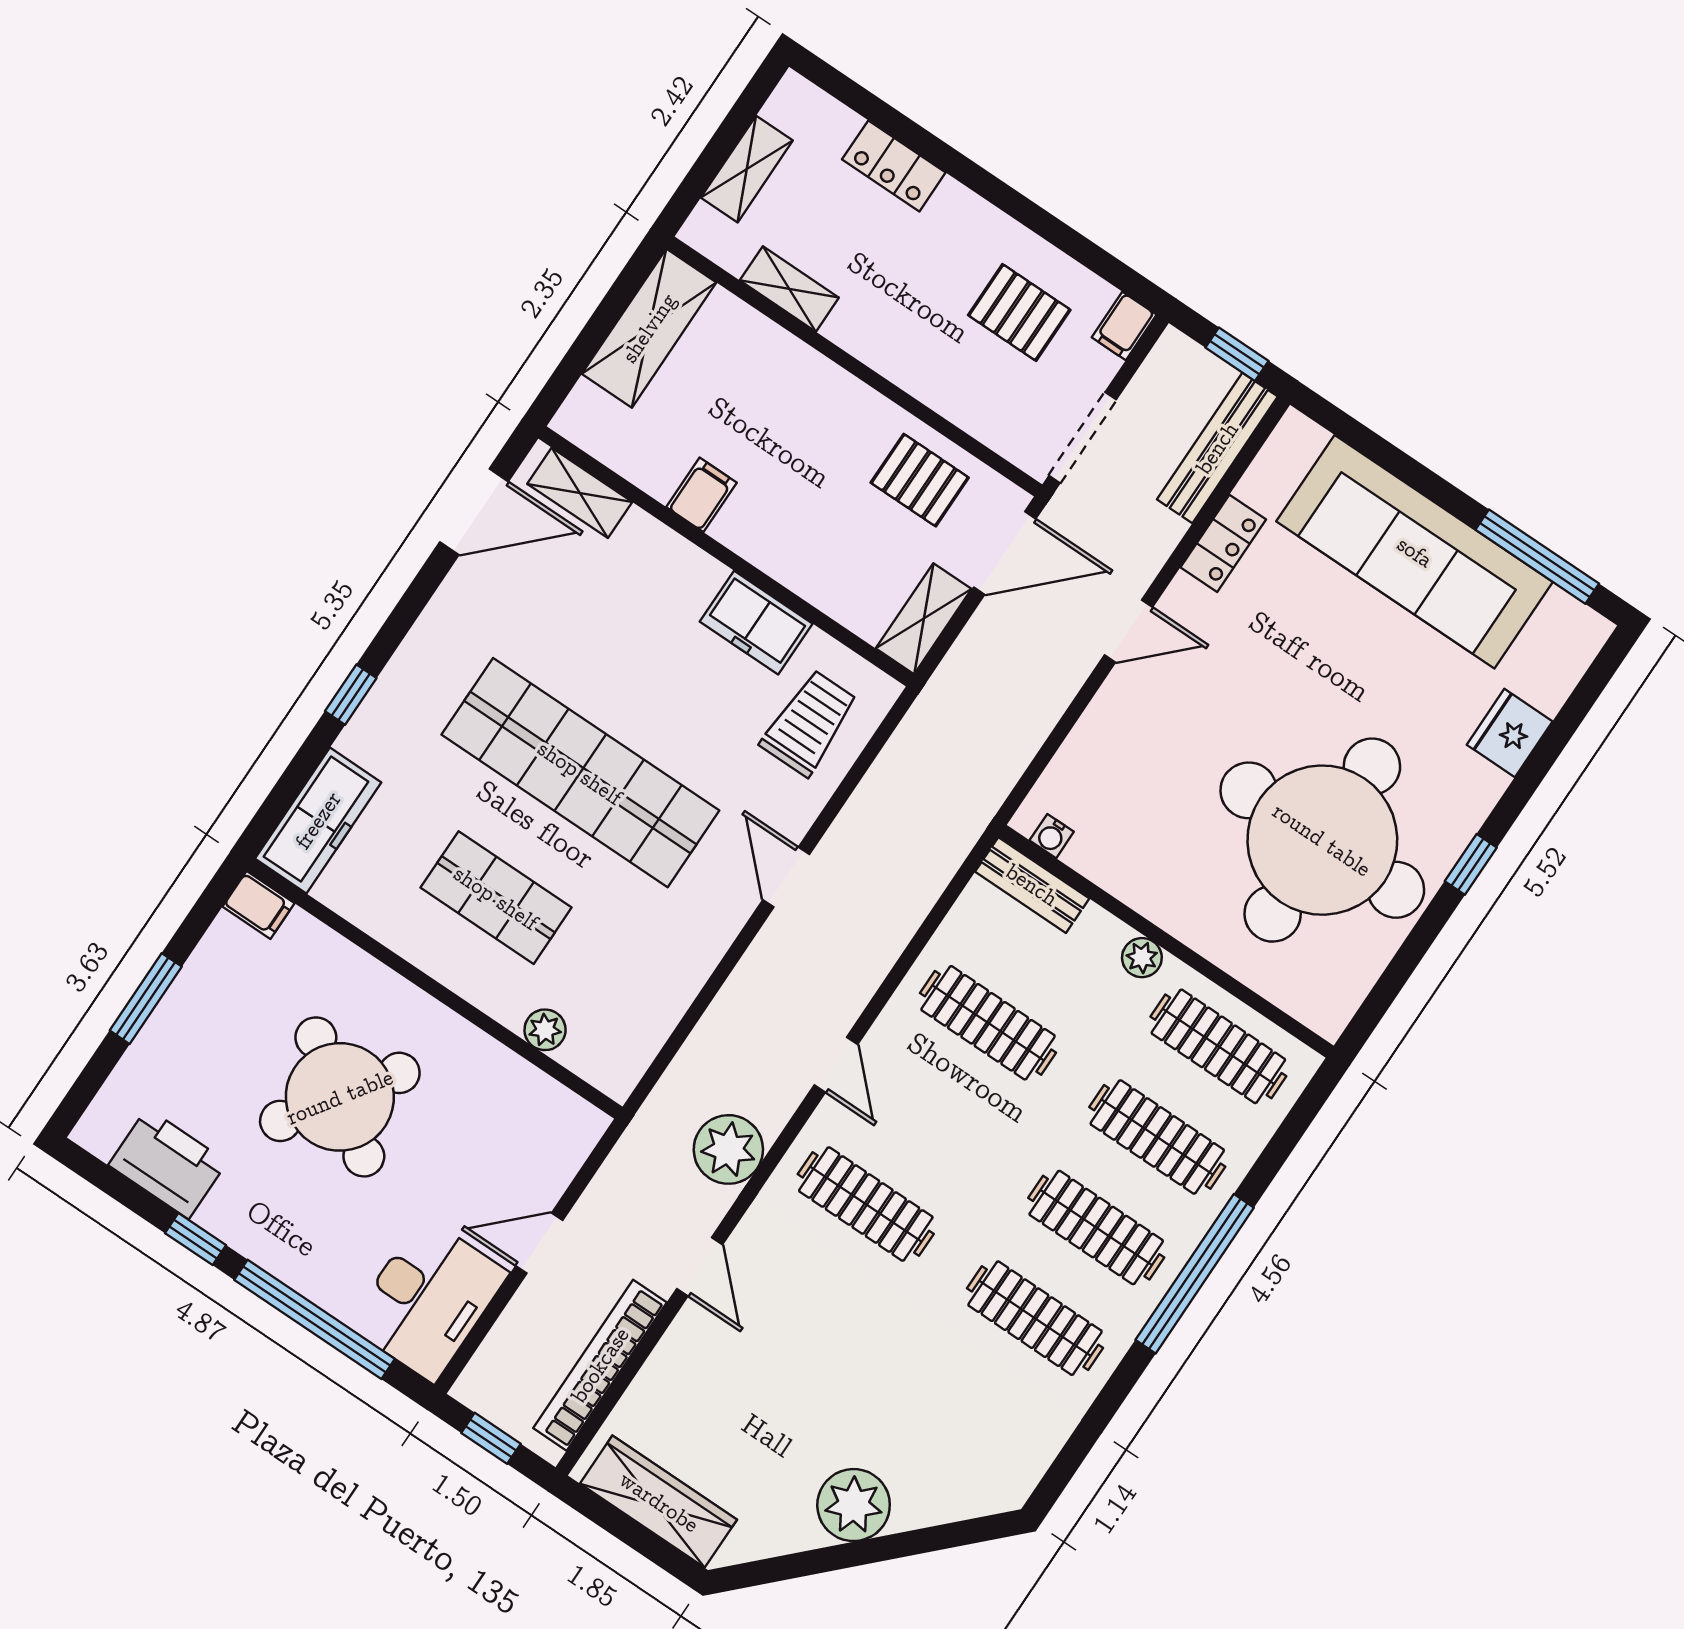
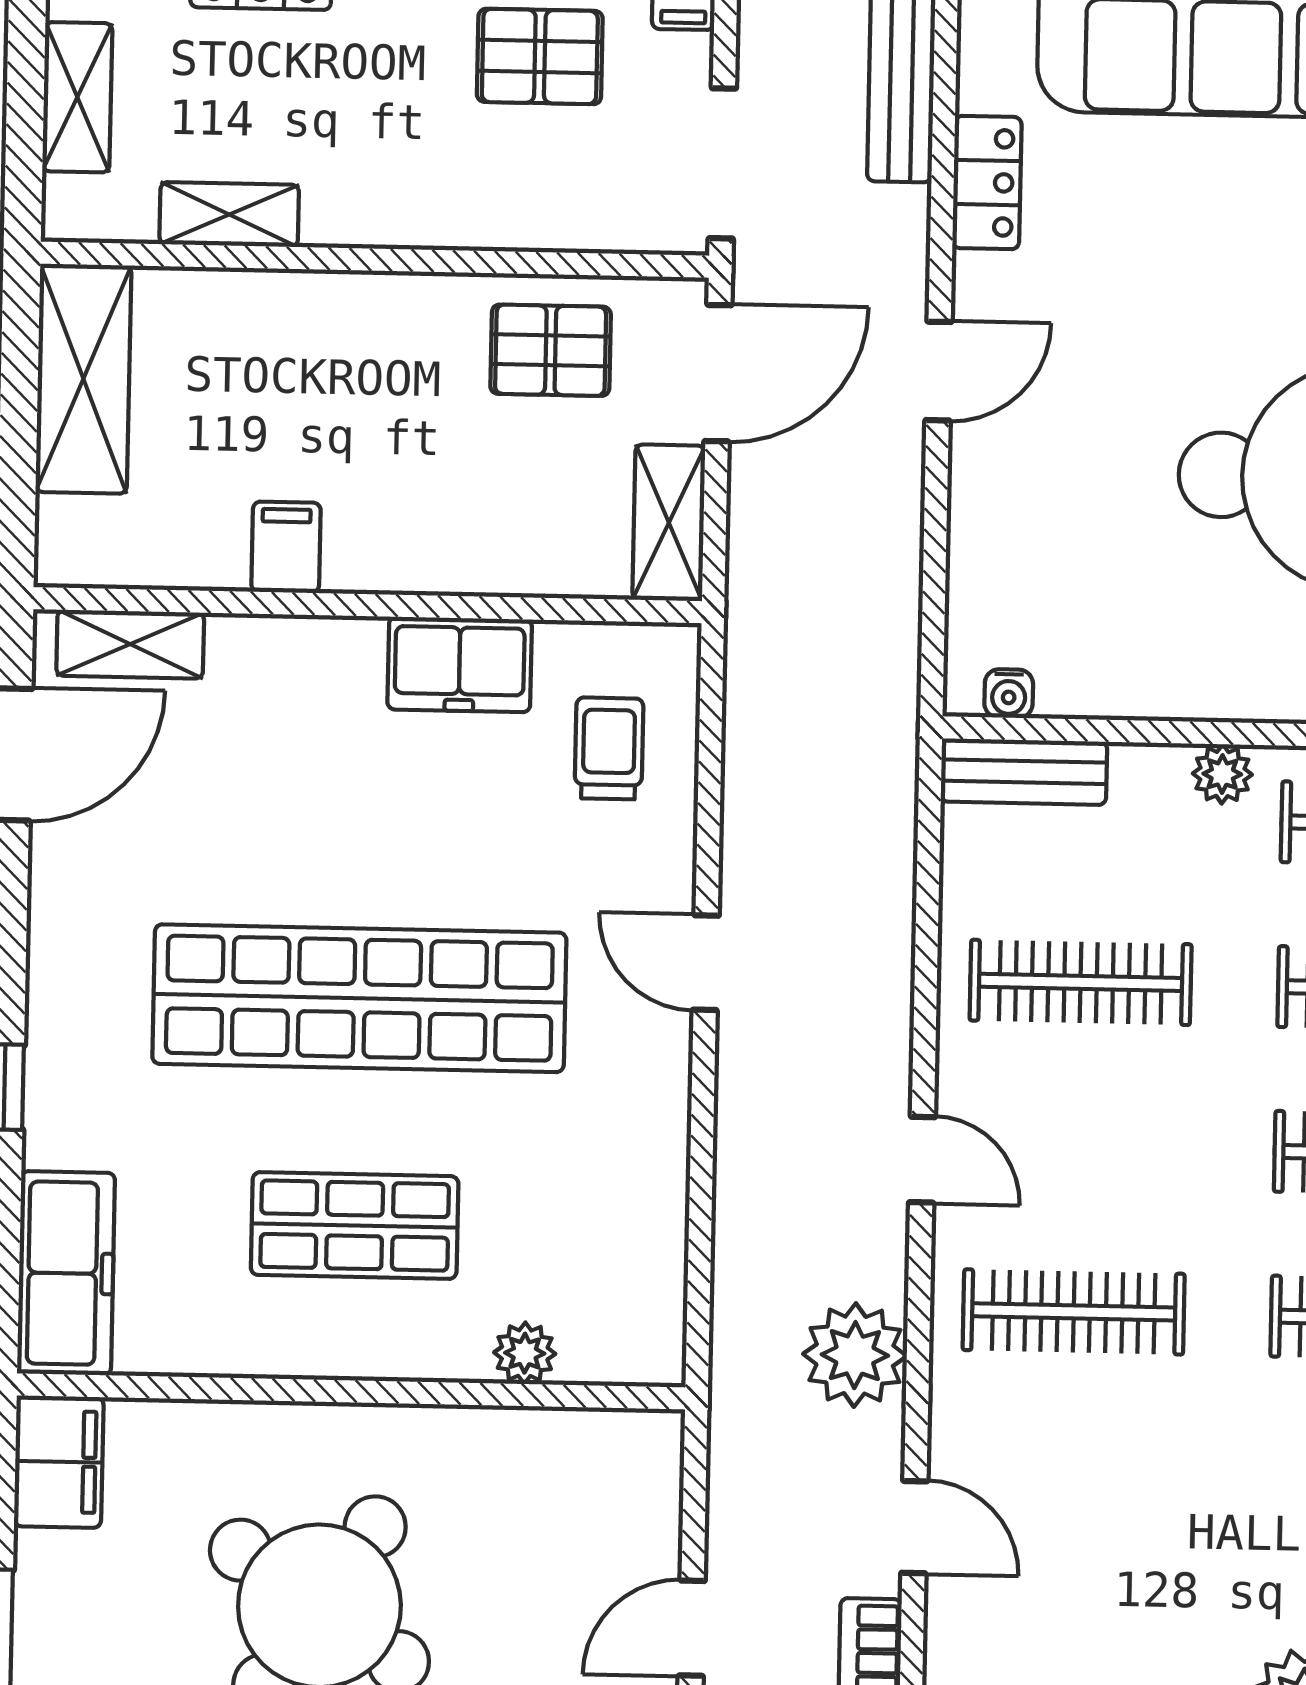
trolley: (809, 723) -> (609, 748), width x0.73, depth x0.72
filing cabinet: (258, 905) -> (59, 1462), width x2.00

